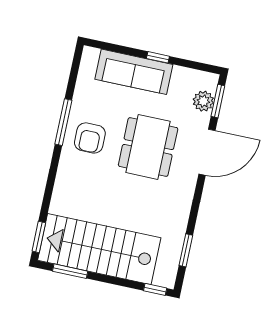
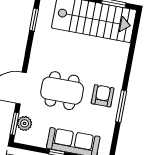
dining table: (148, 147) -> (62, 91), turned 90
window: (39, 237) -> (136, 26), removed

